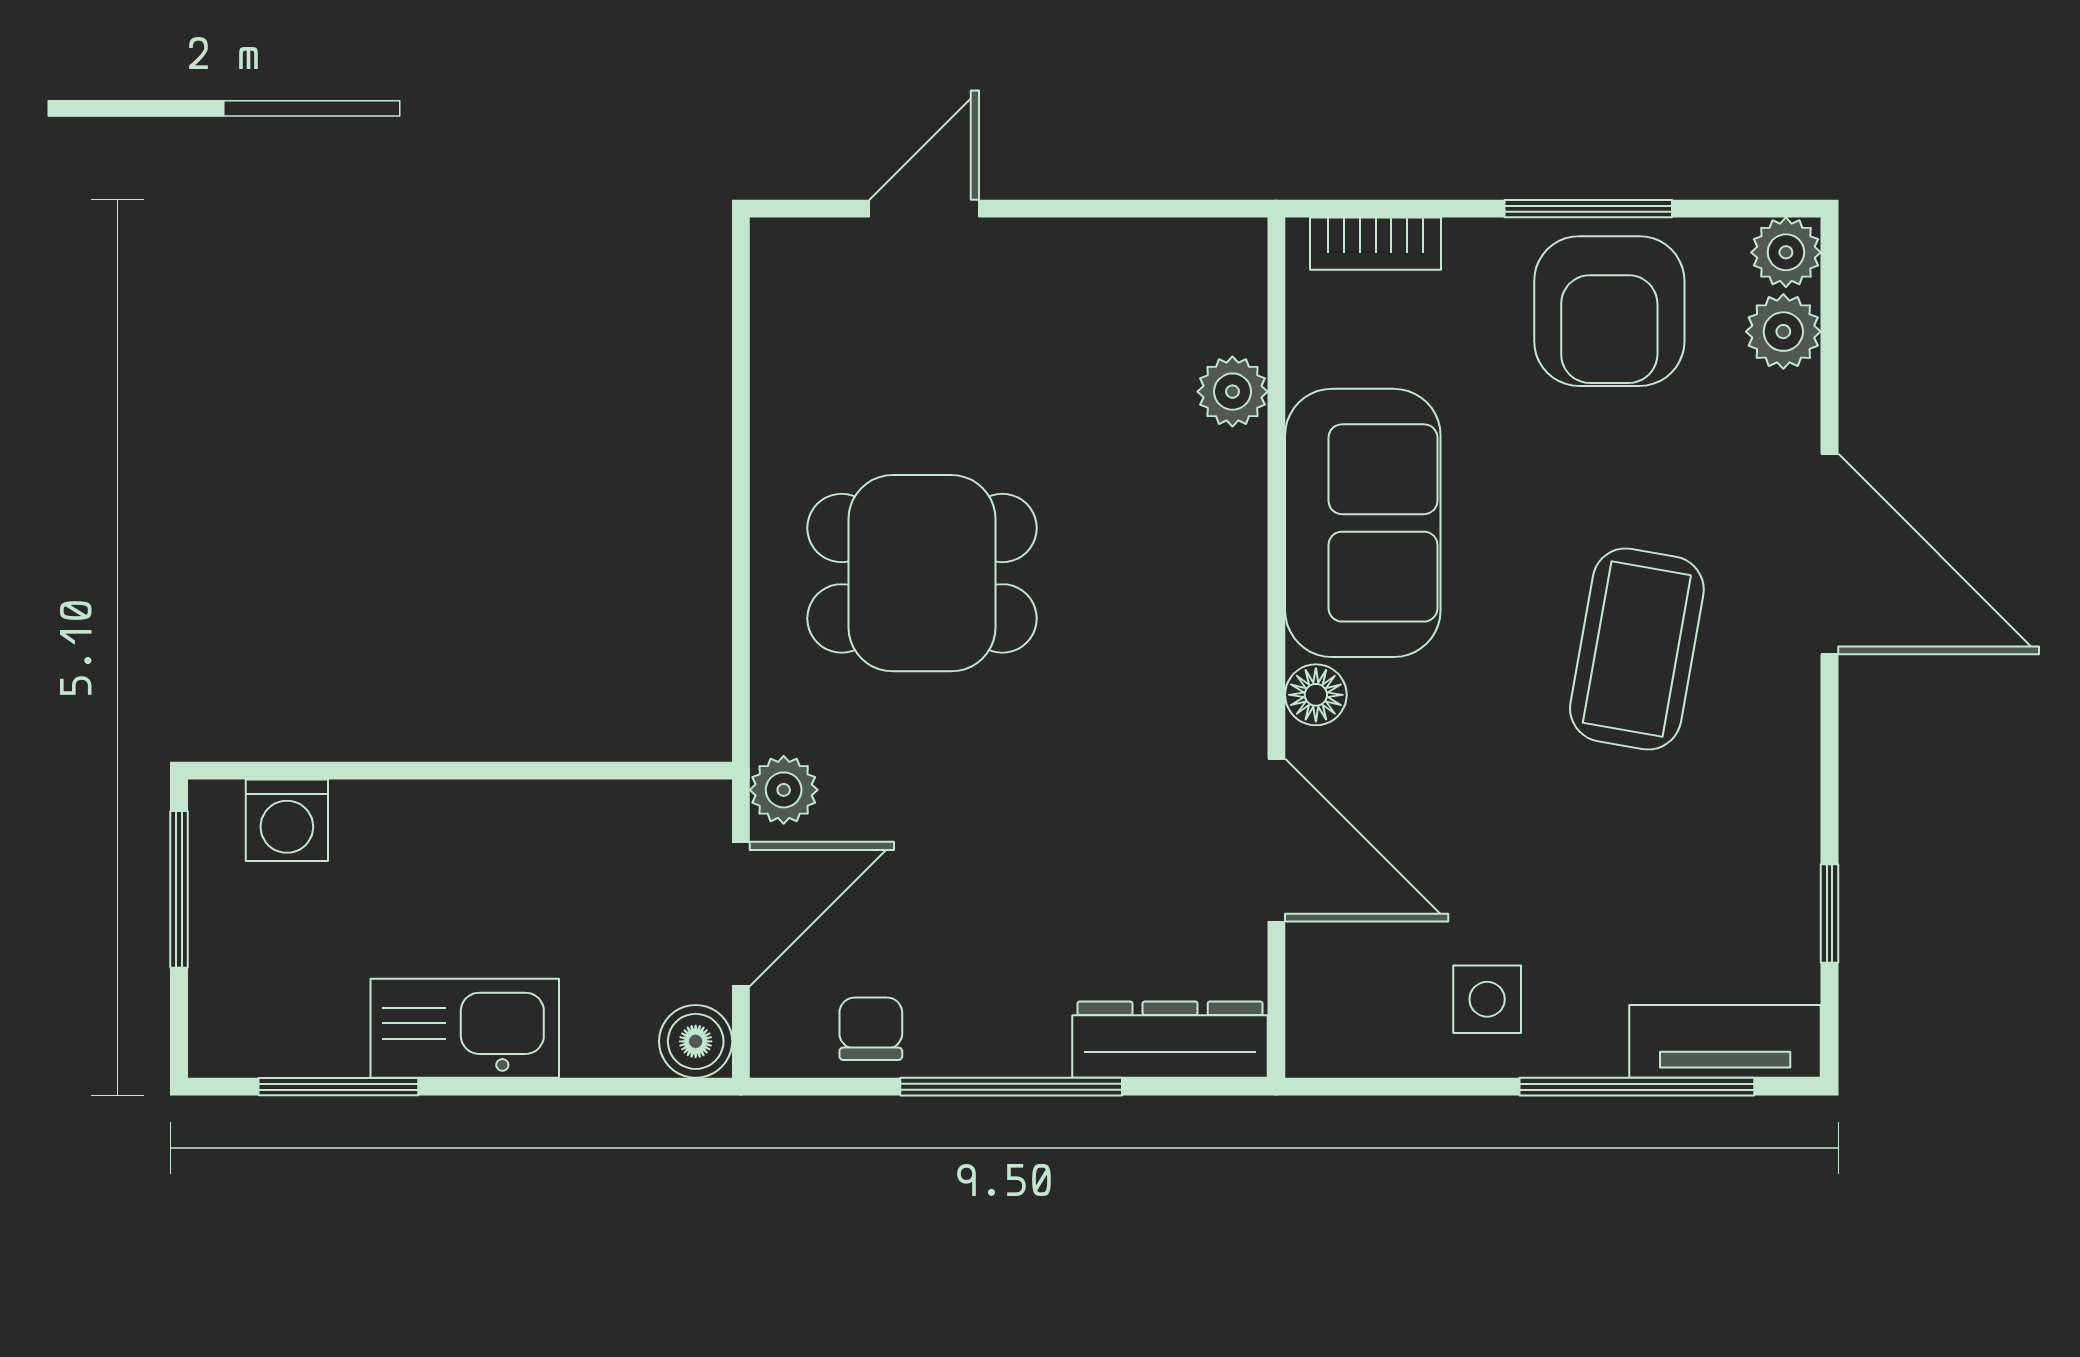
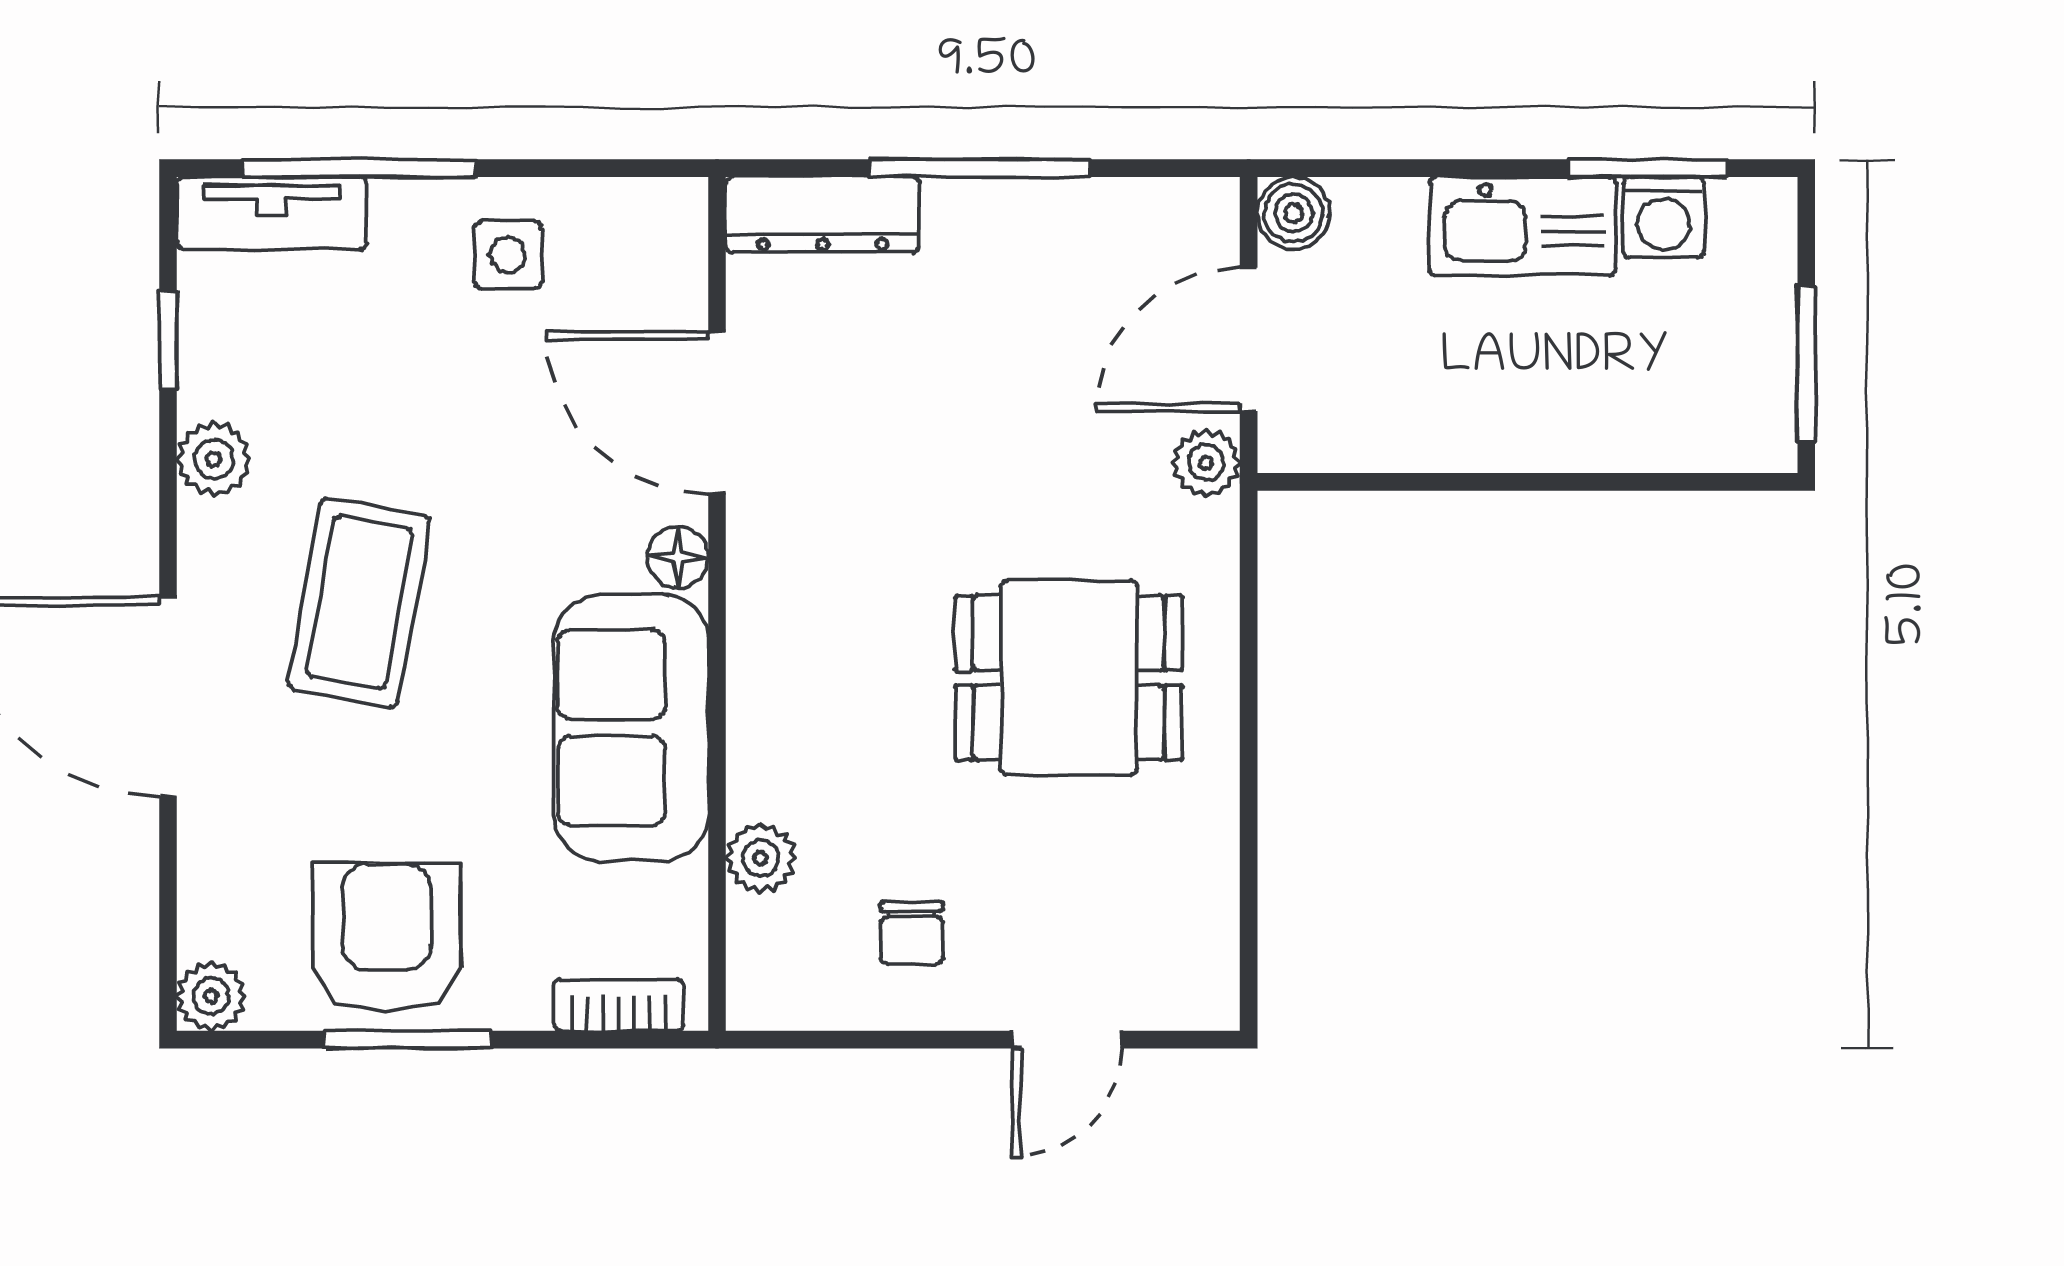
plant: (1783, 332) -> (214, 459), moved
washing machine: (287, 820) -> (1664, 217), moved, turned 180
chair: (871, 1029) -> (912, 933), moved

